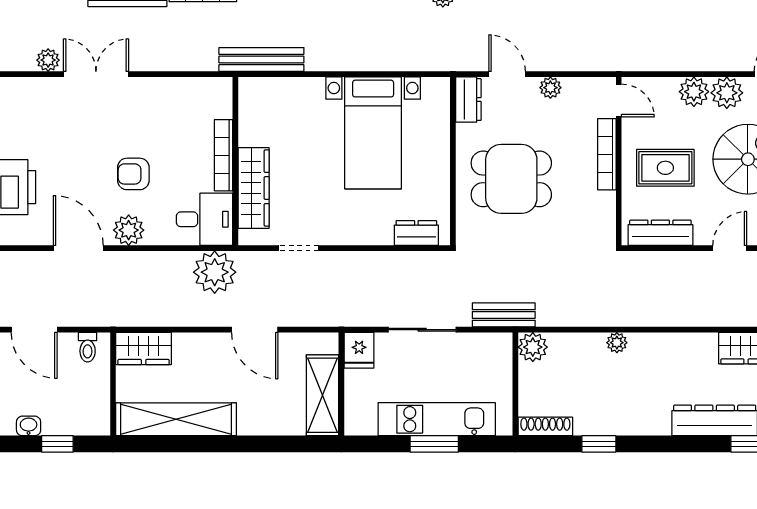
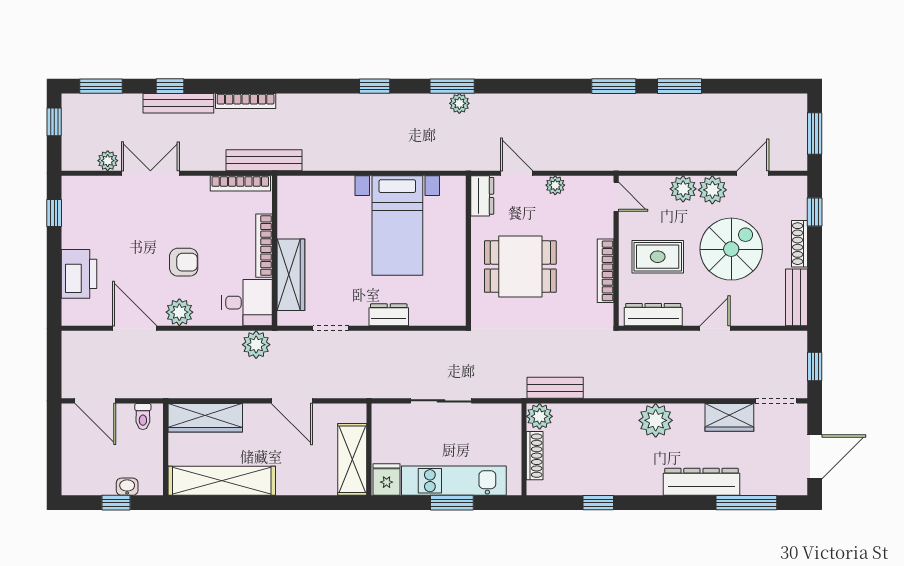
bench: (261, 59) -> (264, 160), moved
bookcase: (197, 85) -> (240, 183), added
bookcase: (607, 154) -> (606, 271), moved
armchair: (133, 174) -> (184, 262), turned 180
dresser: (416, 233) -> (389, 315), moved
plant: (215, 272) -> (256, 345), width x0.73, depth x0.73
bench: (504, 315) -> (555, 388), moved
plant: (617, 343) -> (656, 420), moved, width x1.88, depth x1.88
wardrobe: (144, 349) -> (205, 418), width x1.50
fridge: (359, 350) -> (387, 480), moved, turned 180
washbasin: (29, 426) -> (127, 487), moved
shoe rack: (545, 426) -> (535, 456), moved, turned 90

